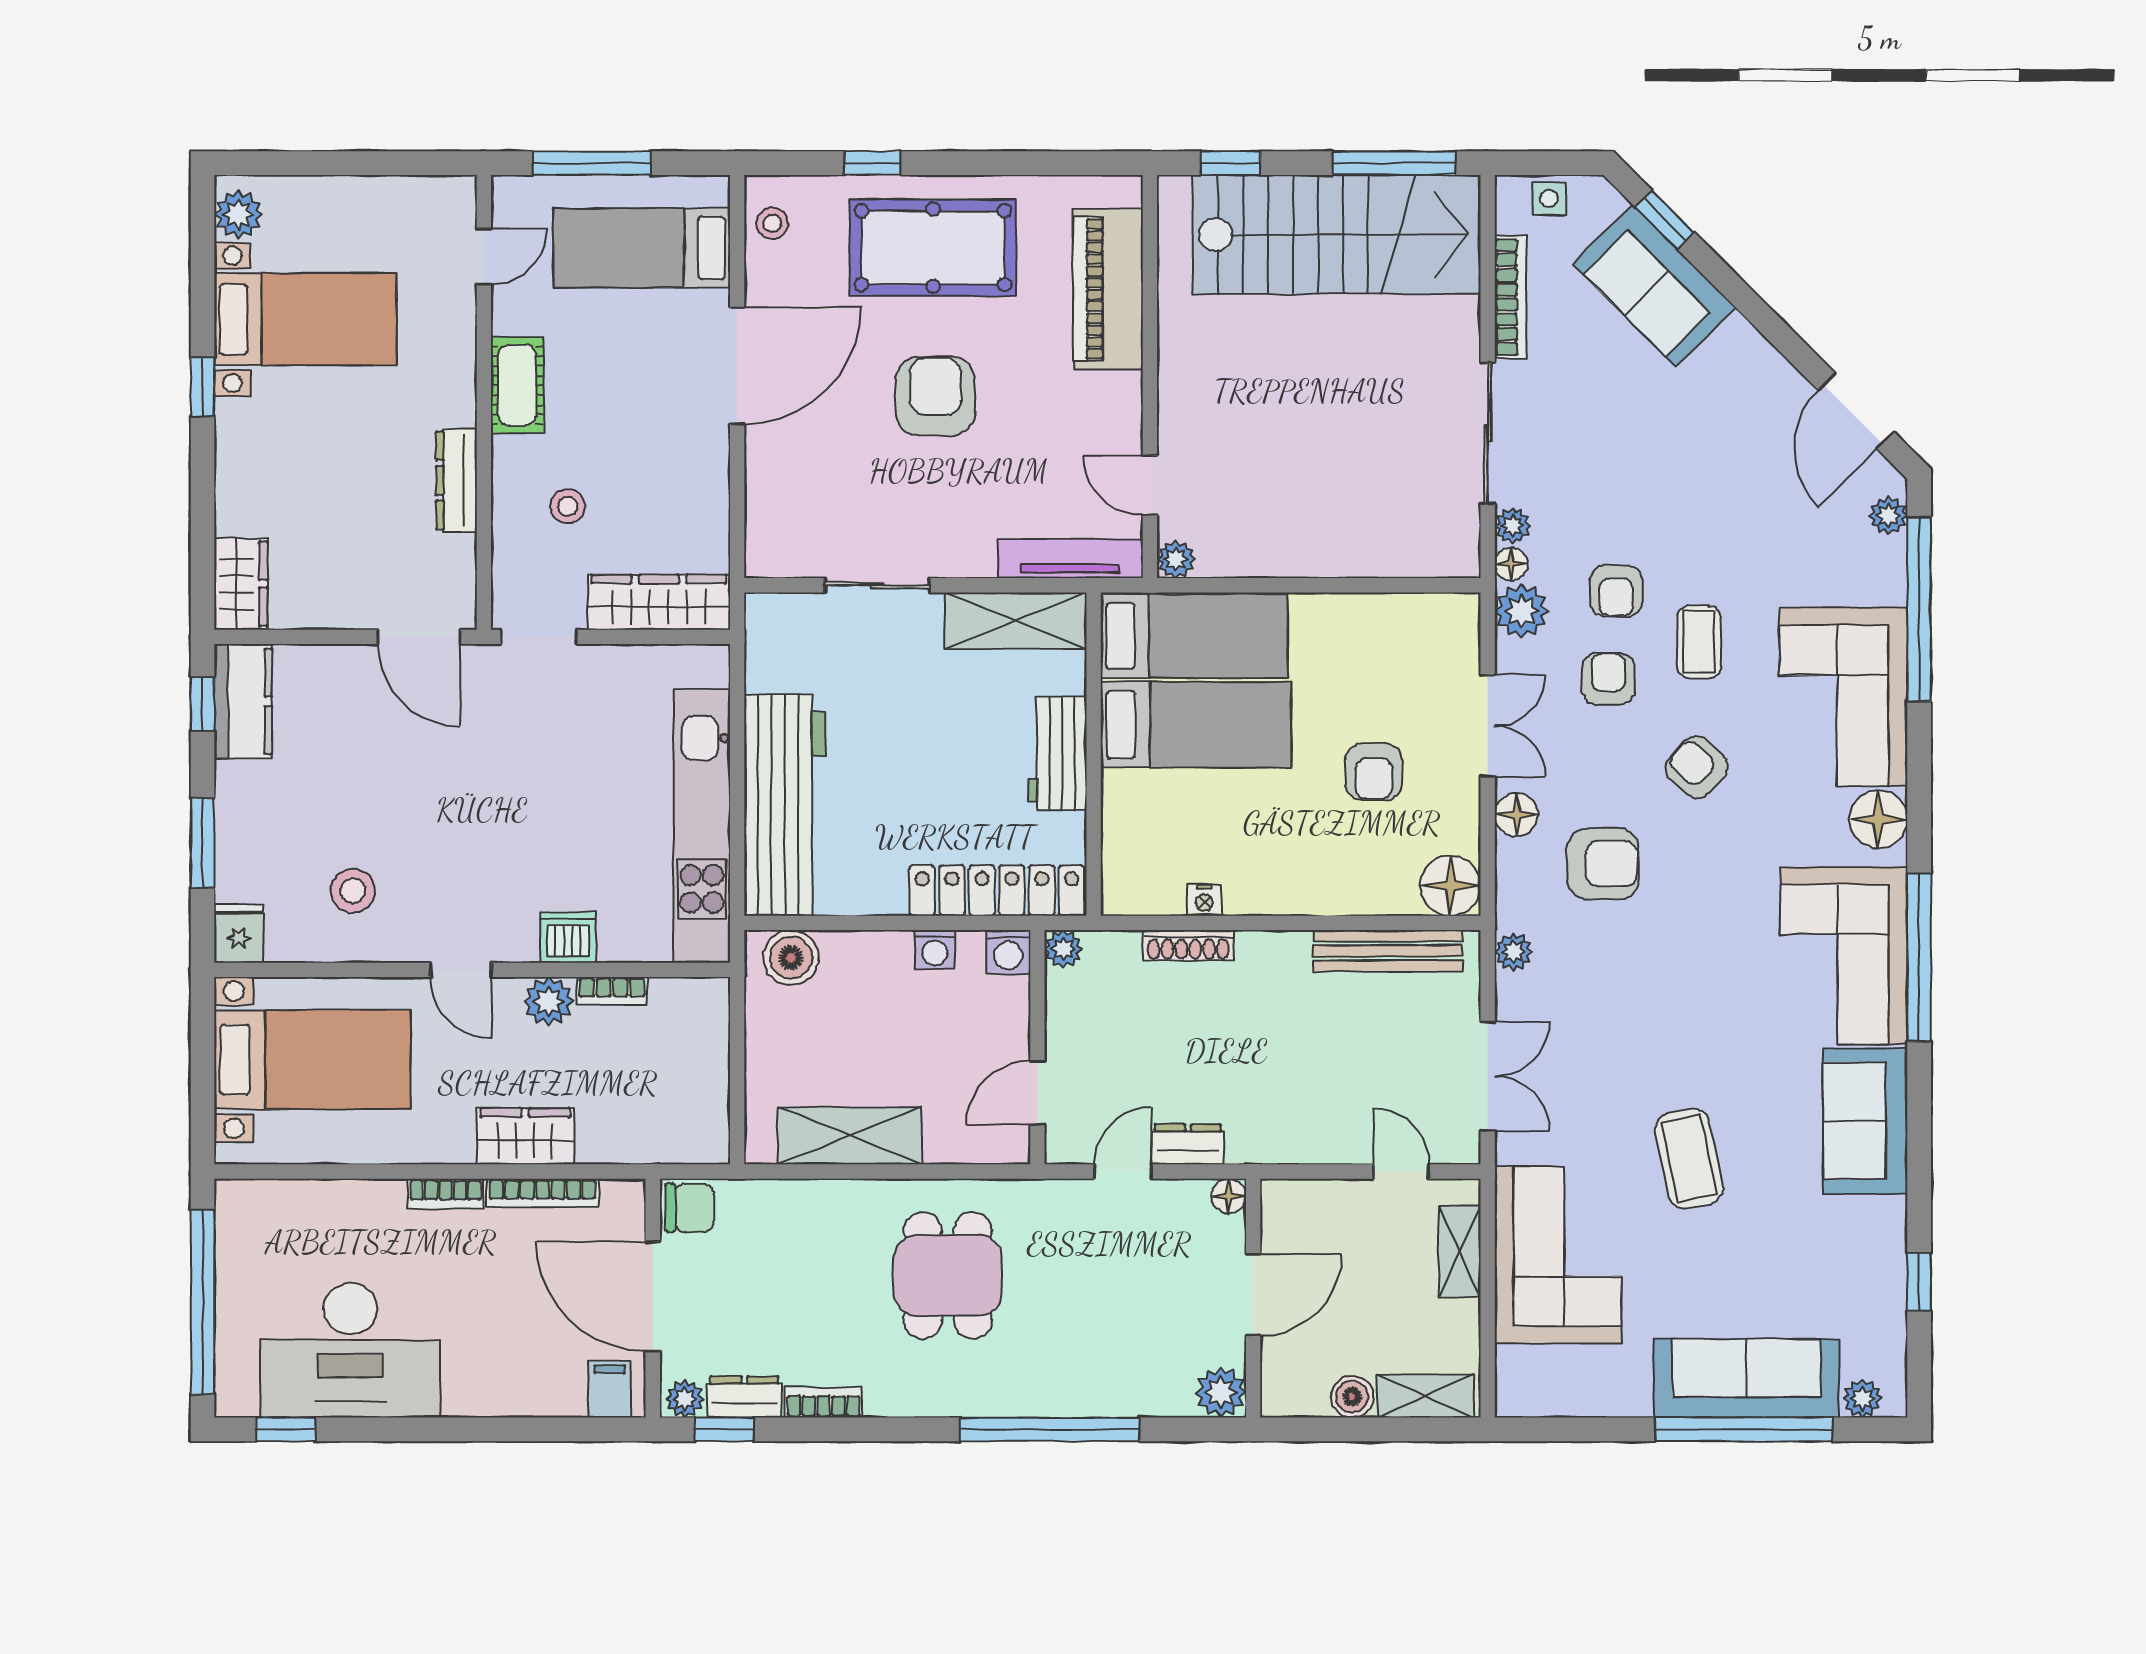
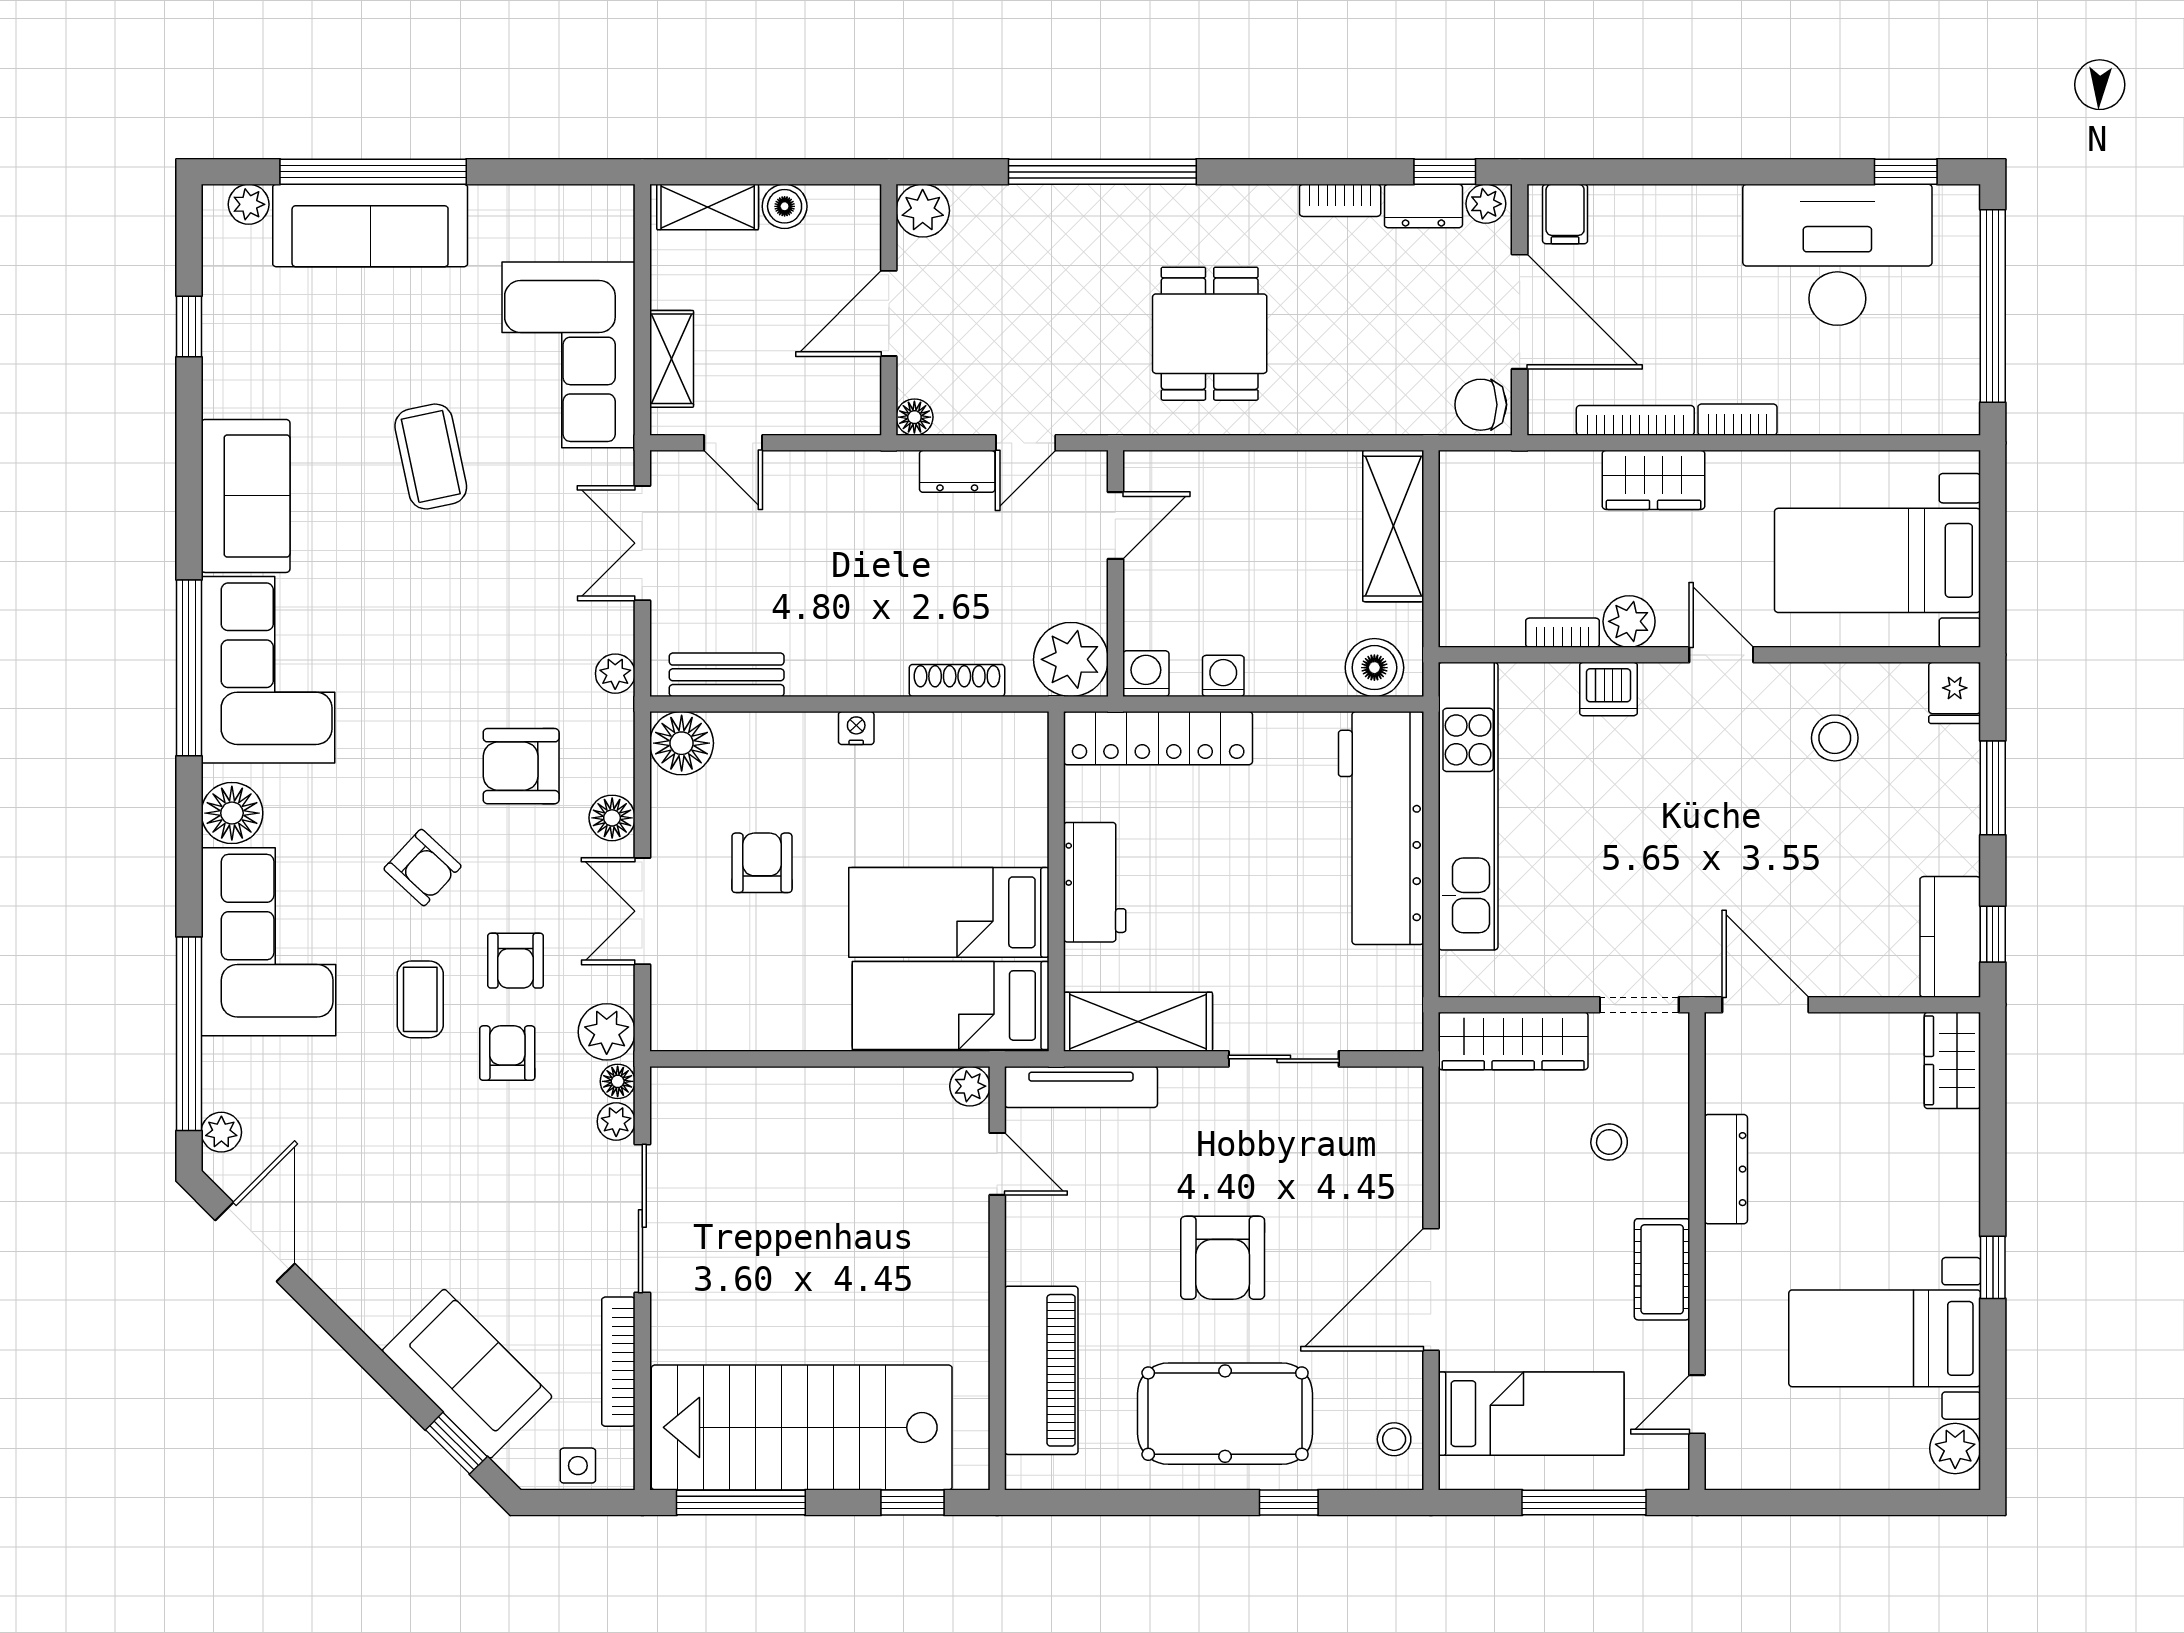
nightstand: (1204, 900) -> (856, 728), moved
plant: (1063, 949) -> (1071, 659), width x1.88, depth x1.88
bench: (1388, 951) -> (727, 675), width x0.73
shelving: (850, 1136) -> (1393, 526), moved, turned 90

